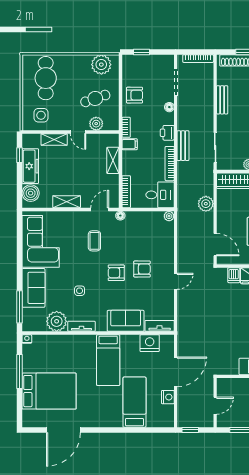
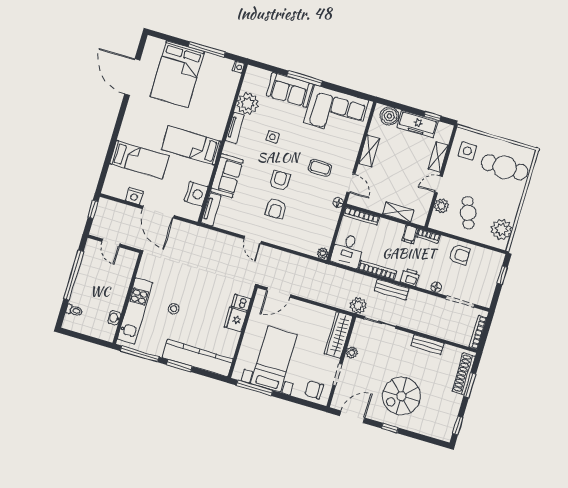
armchair: (135, 95) -> (459, 255), turned -90
plant: (206, 204) -> (358, 305), moved
window: (20, 307) -> (305, 78), moved

